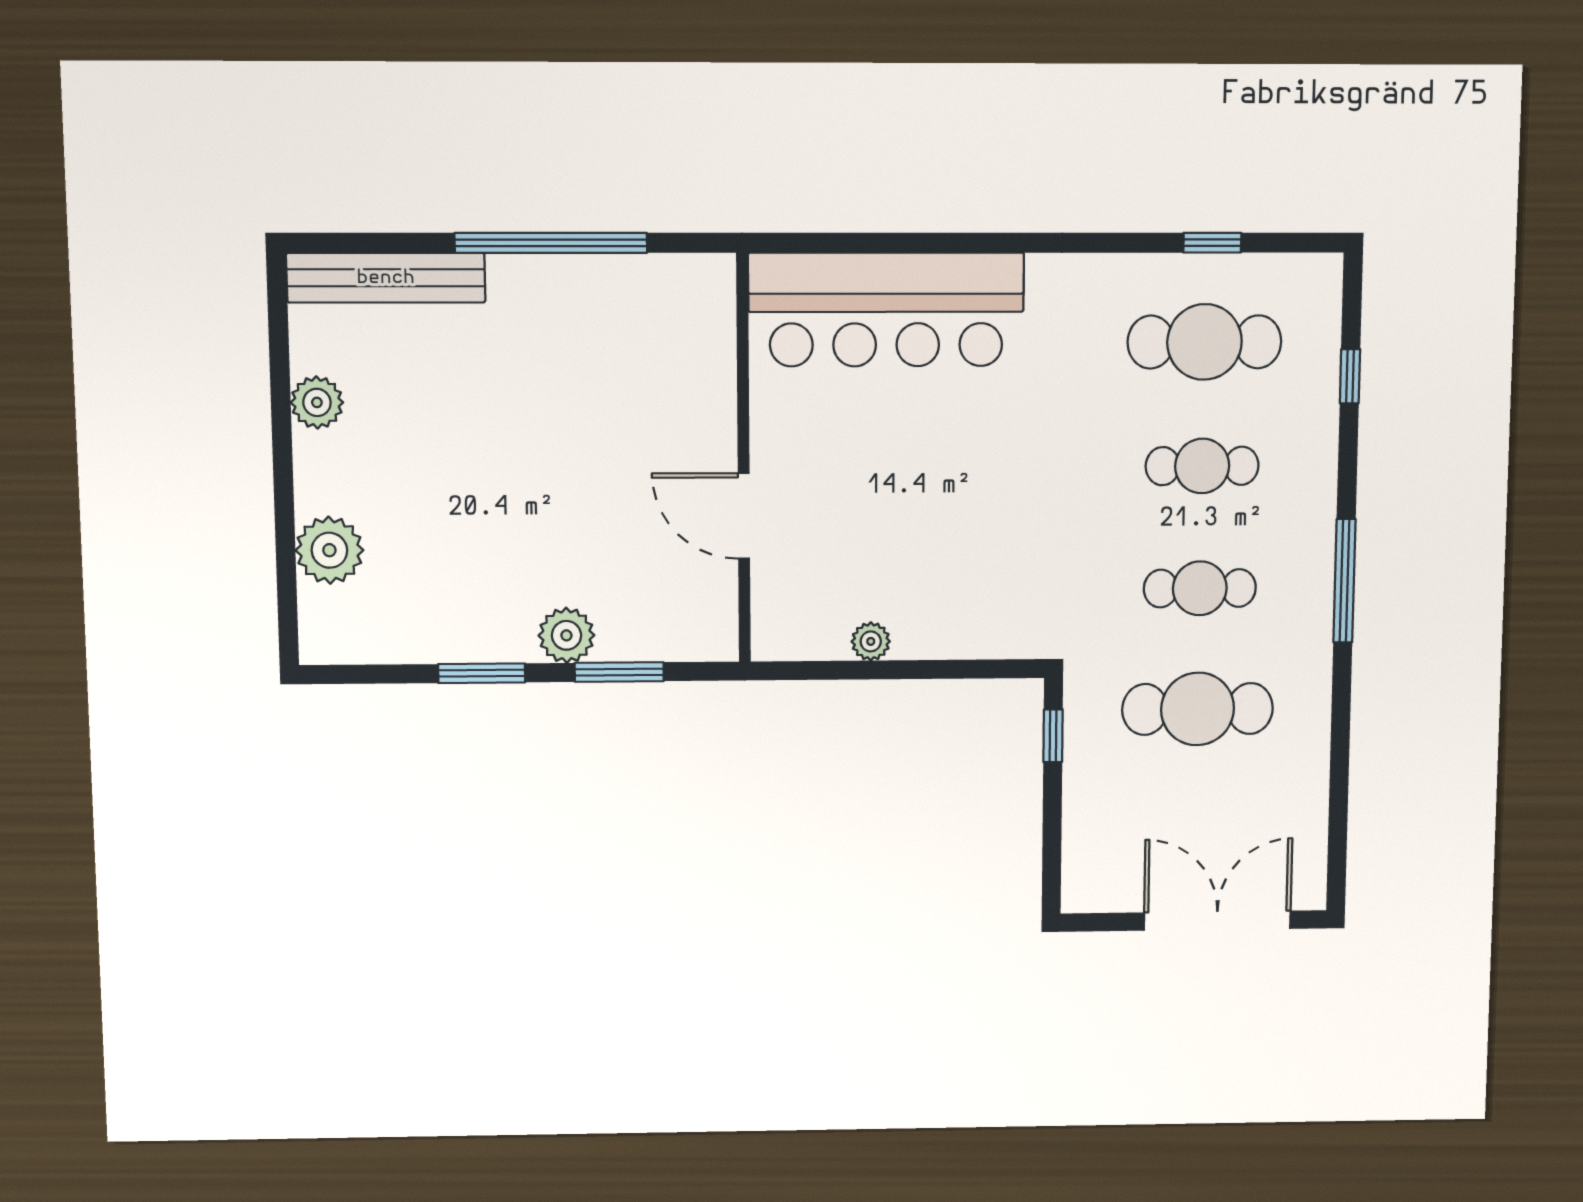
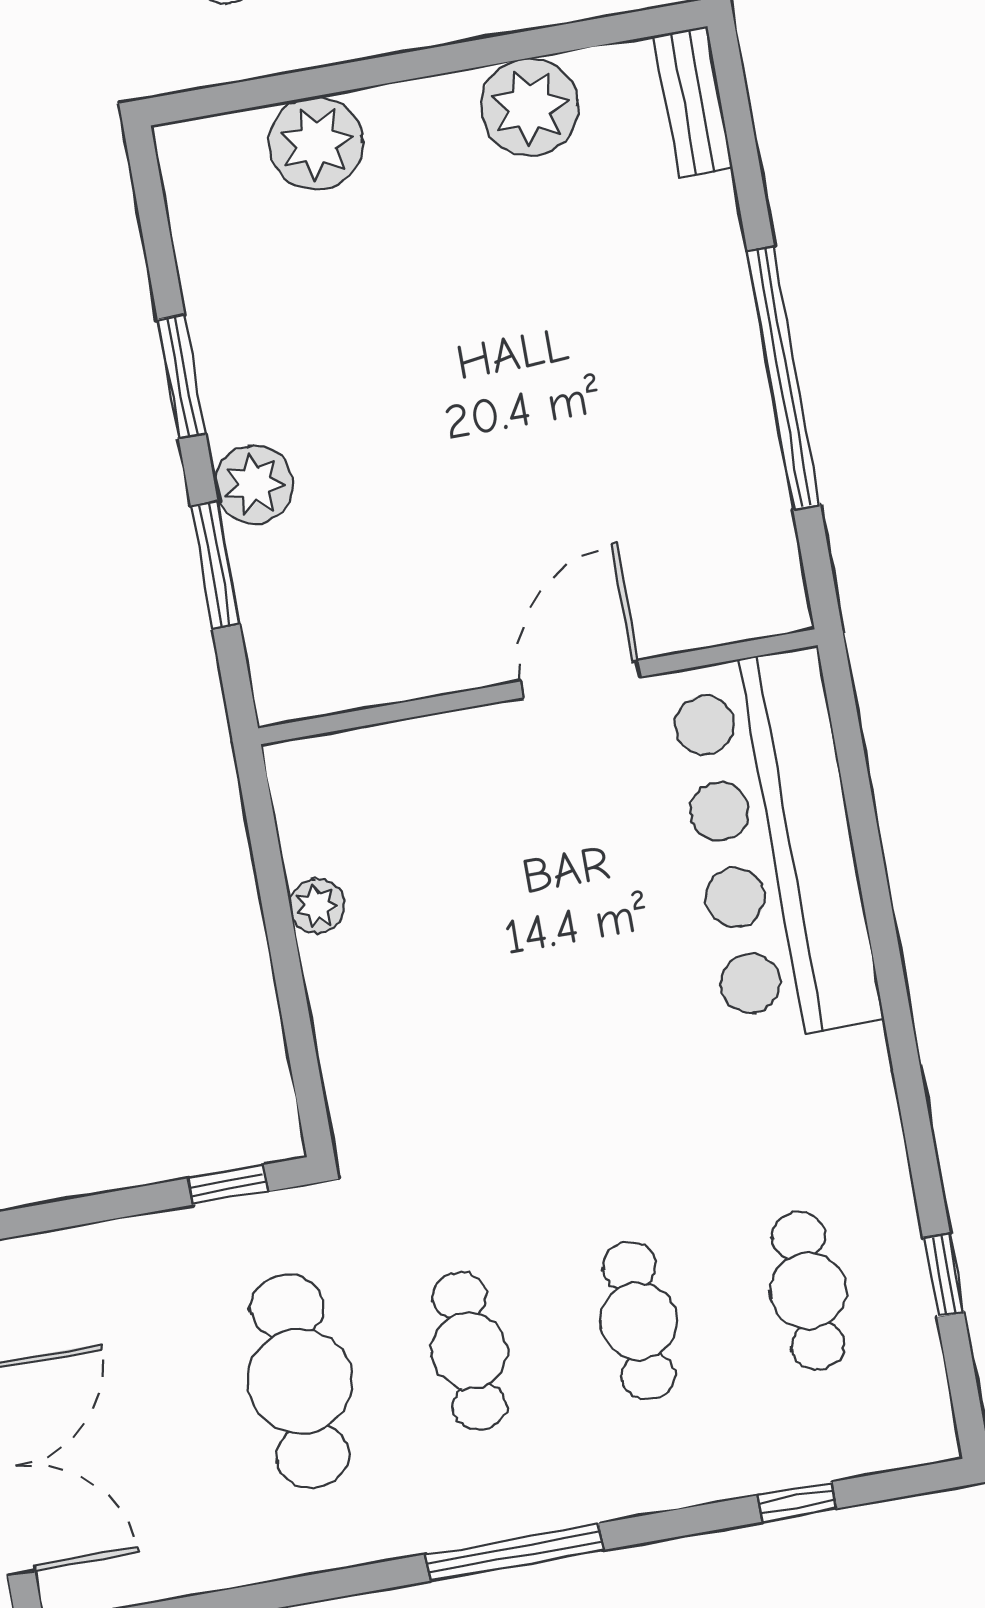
bench: (386, 278) -> (693, 102), width x0.54, depth x0.82
cafe table: (1204, 342) -> (808, 1291), width x0.73, depth x0.74
plant: (317, 402) -> (530, 107), width x1.36, depth x1.36
door: (744, 516) -> (580, 679), moved

